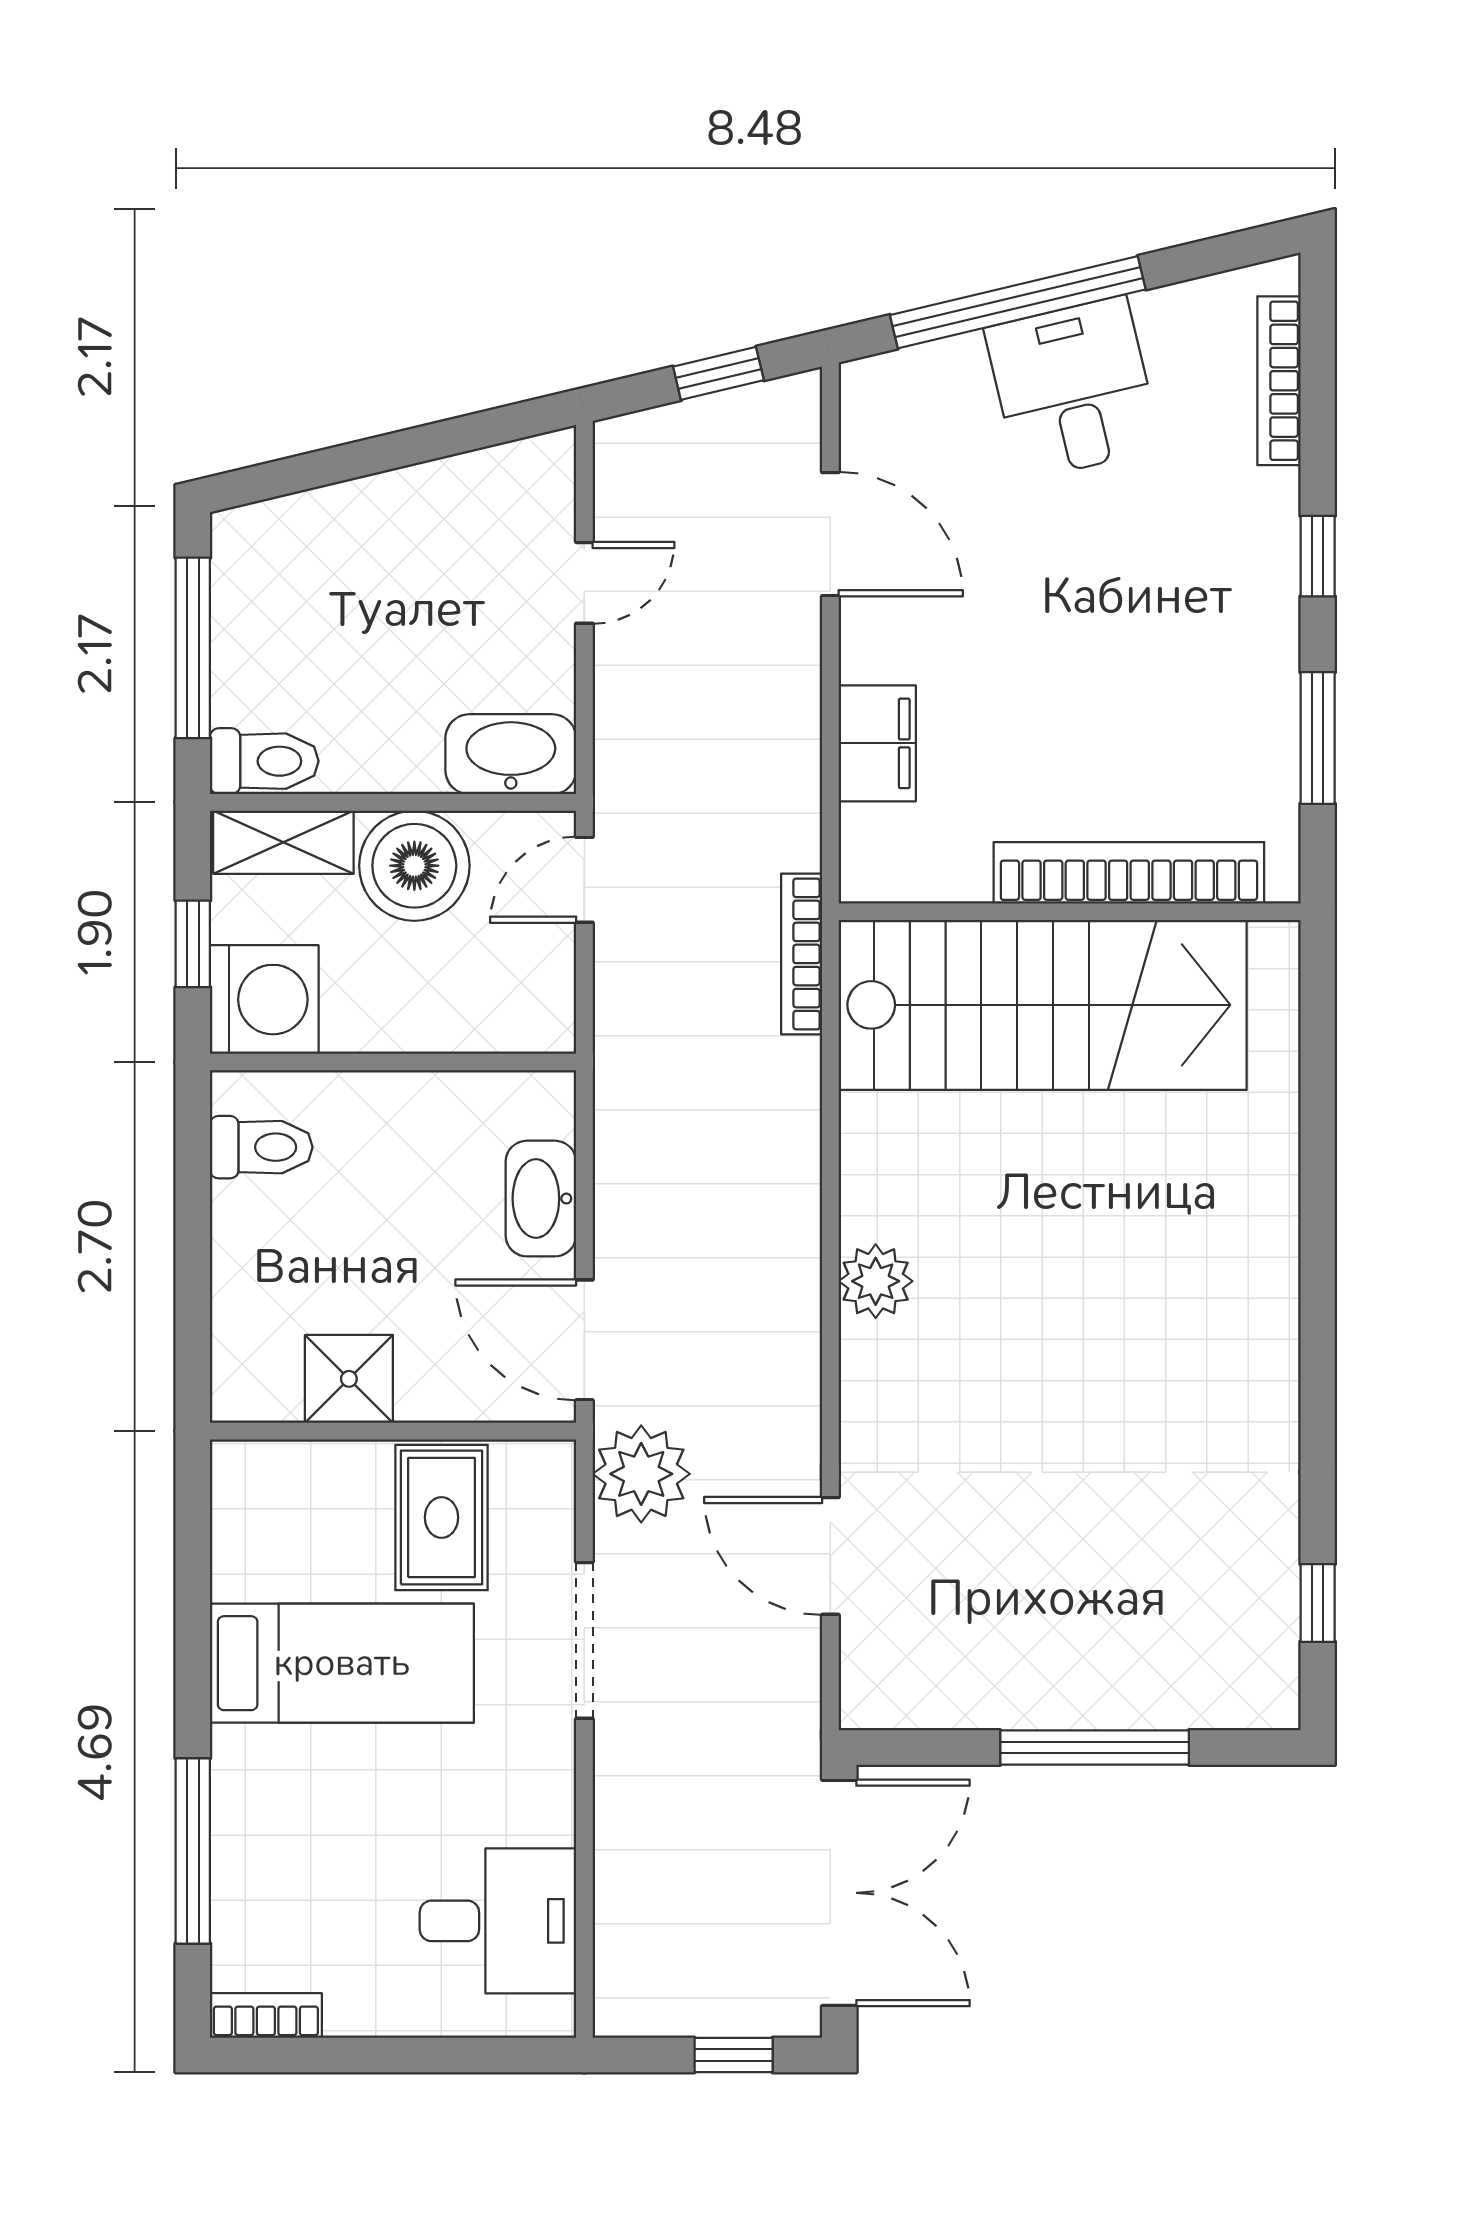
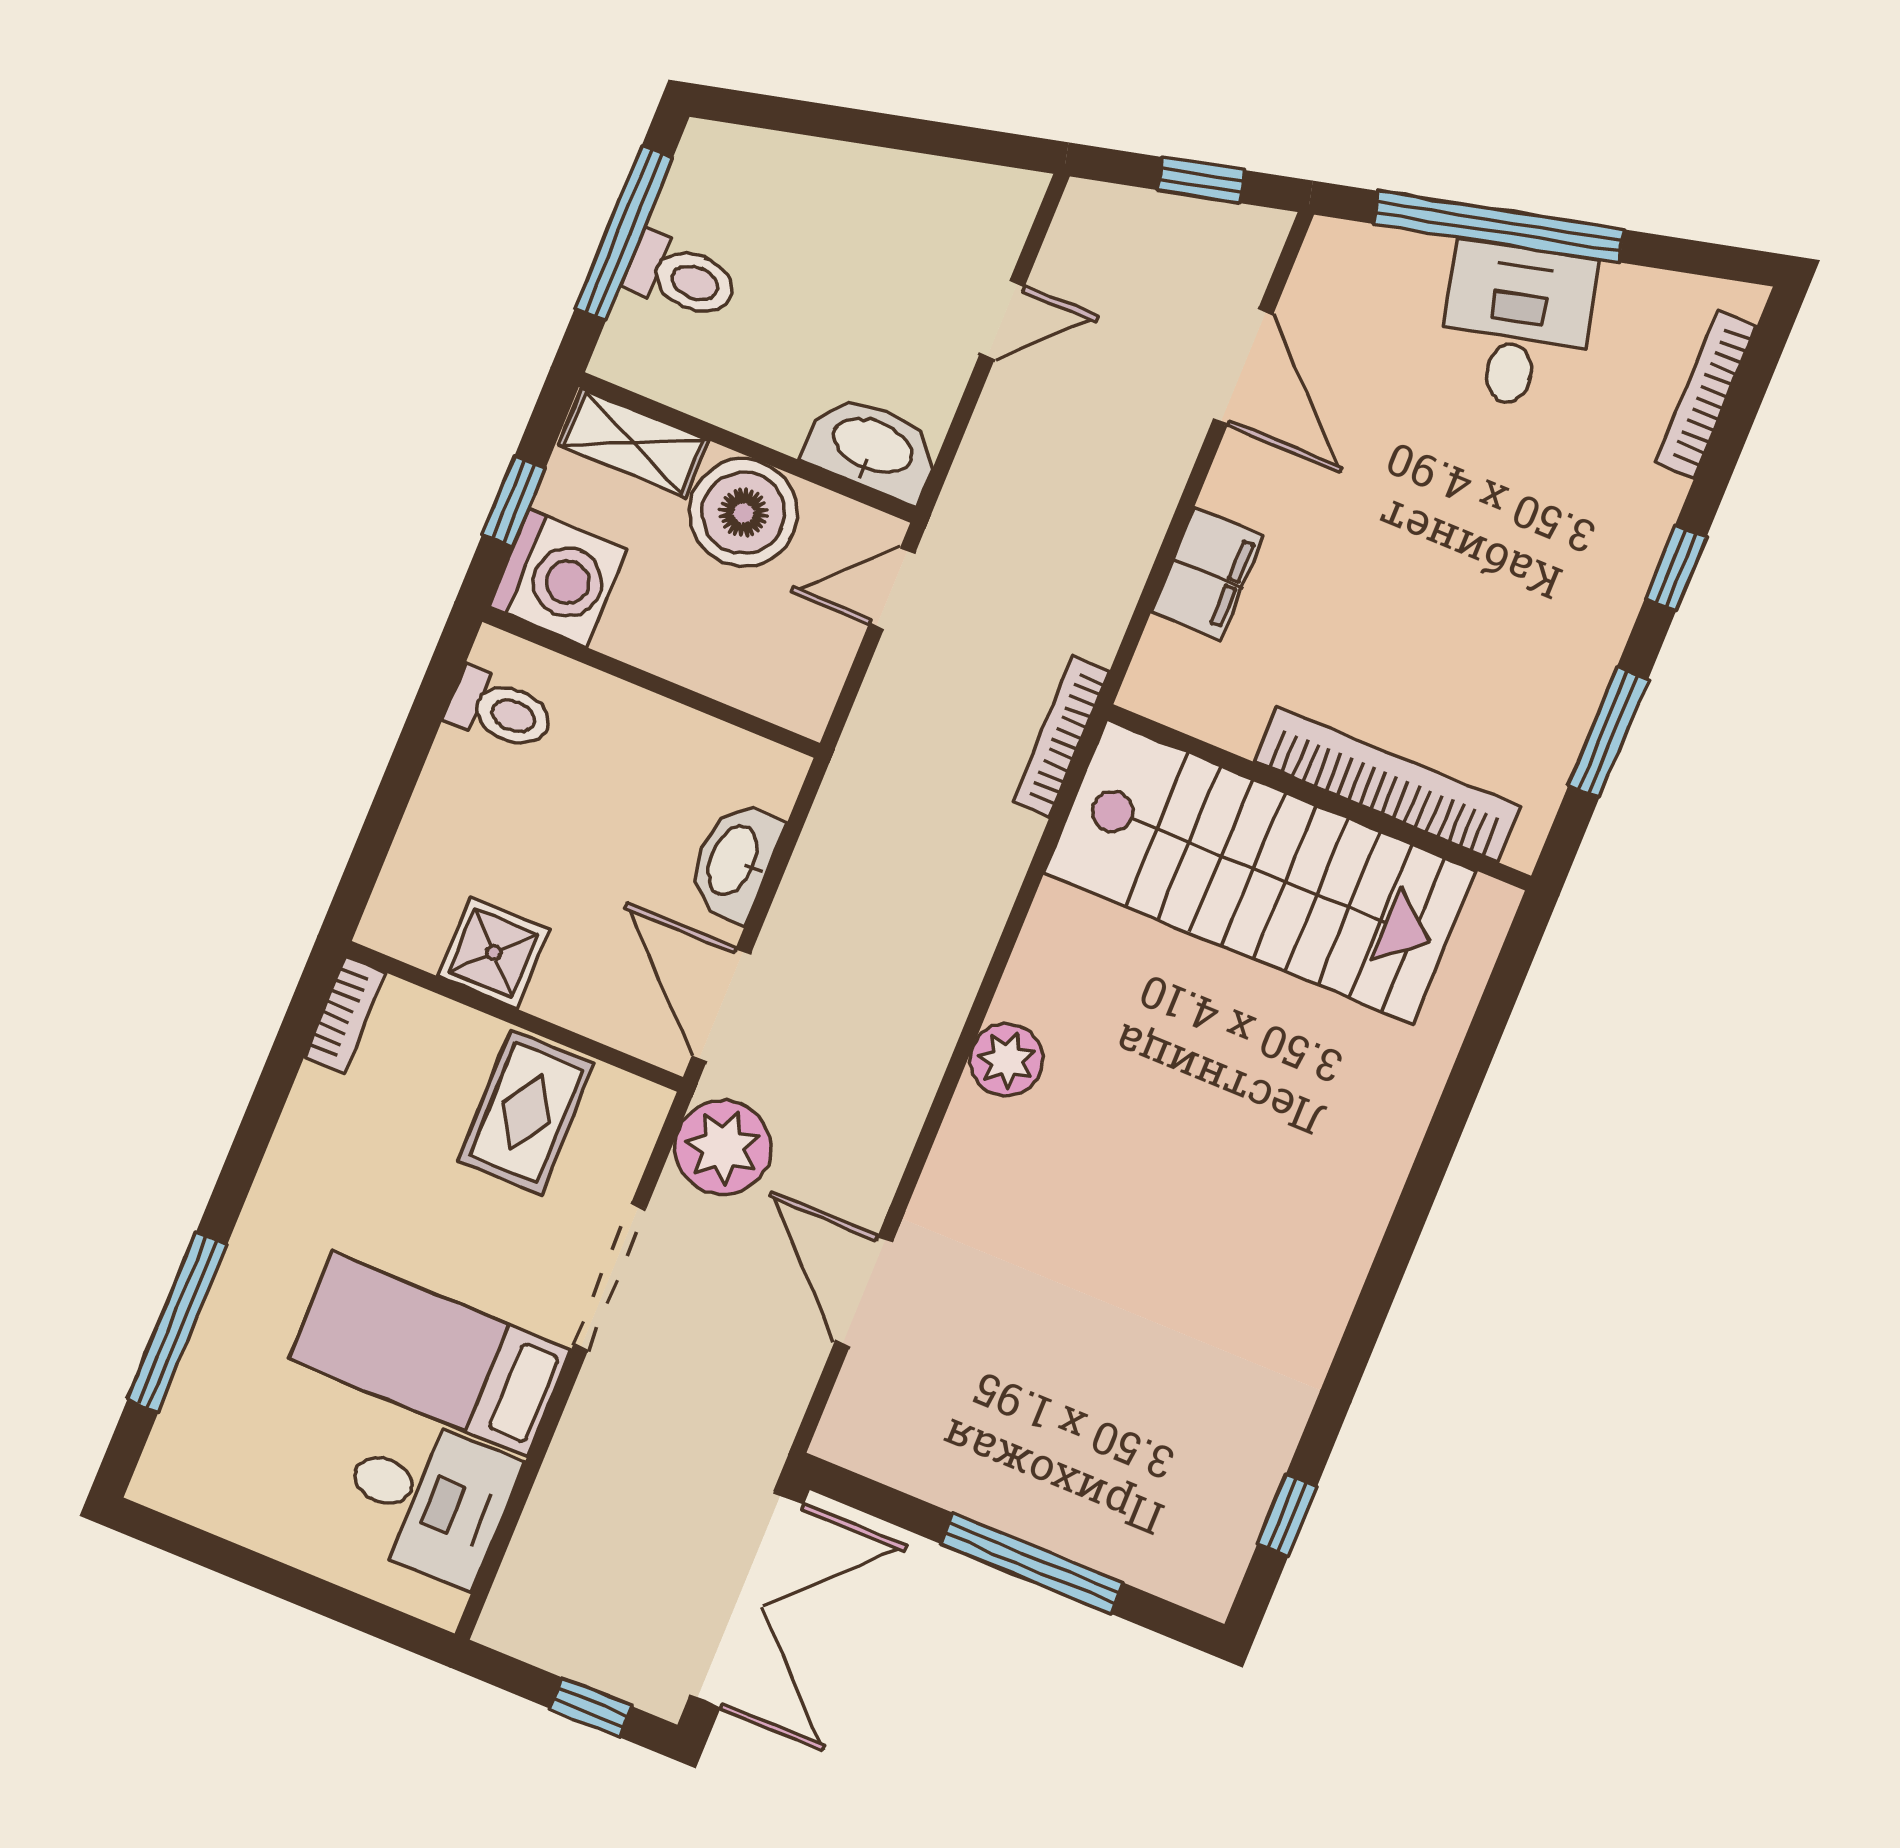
toilet: (264, 761) -> (681, 277), moved
bed: (342, 1663) -> (430, 1354), moved, turned 180
bookcase: (266, 2016) -> (345, 1015), moved, turned 90

